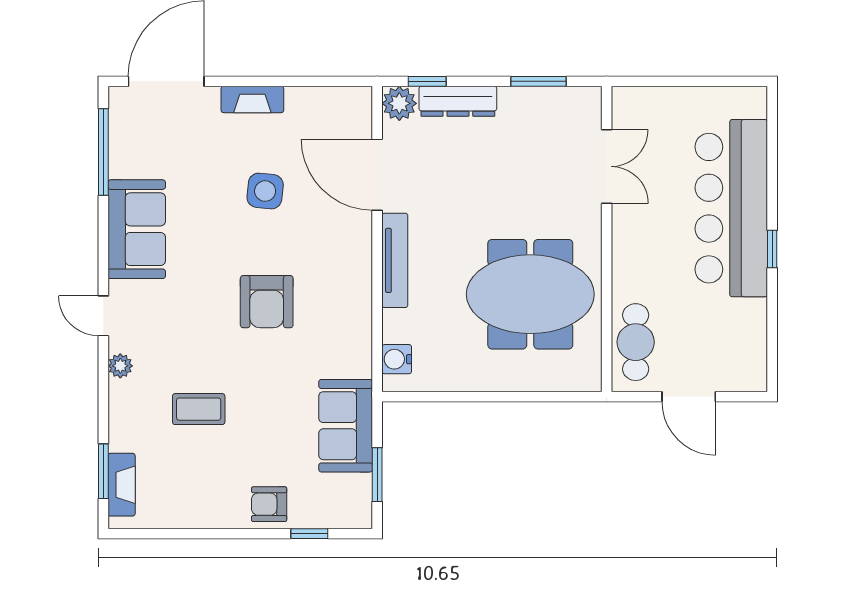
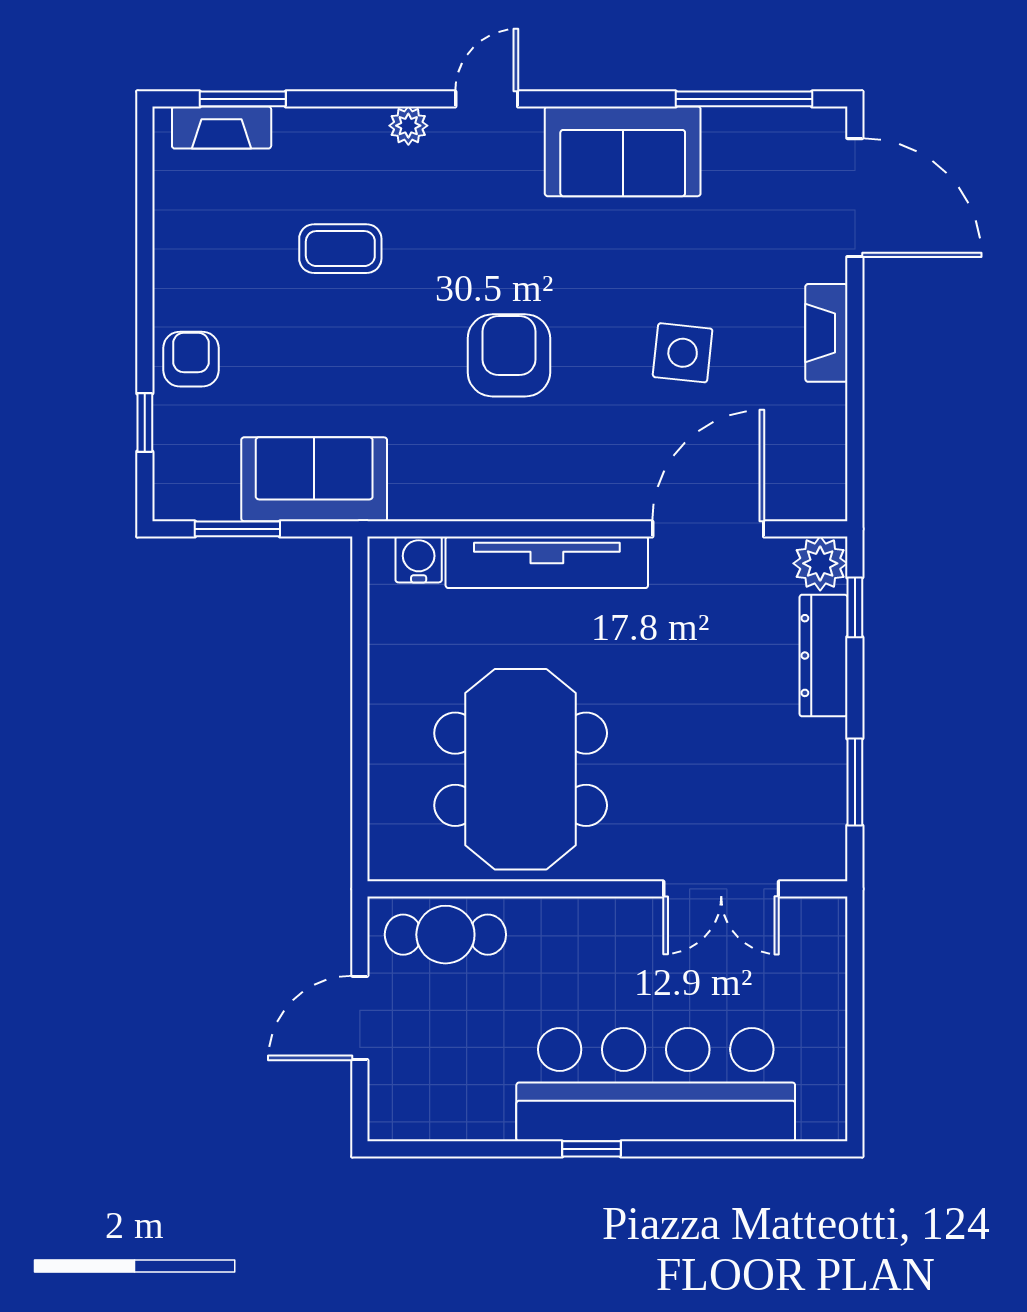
tv unit: (395, 260) -> (547, 562), width x1.36, depth x1.29
armchair: (267, 302) -> (509, 355), turned 90
coffee table: (199, 409) -> (340, 249), turned 90

